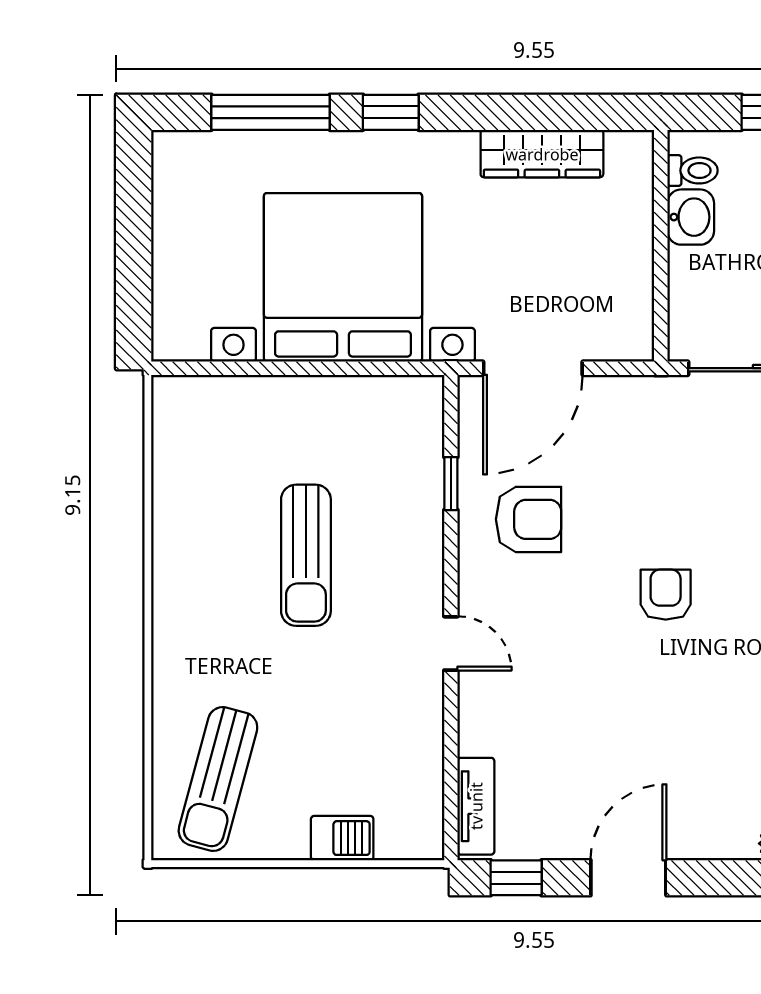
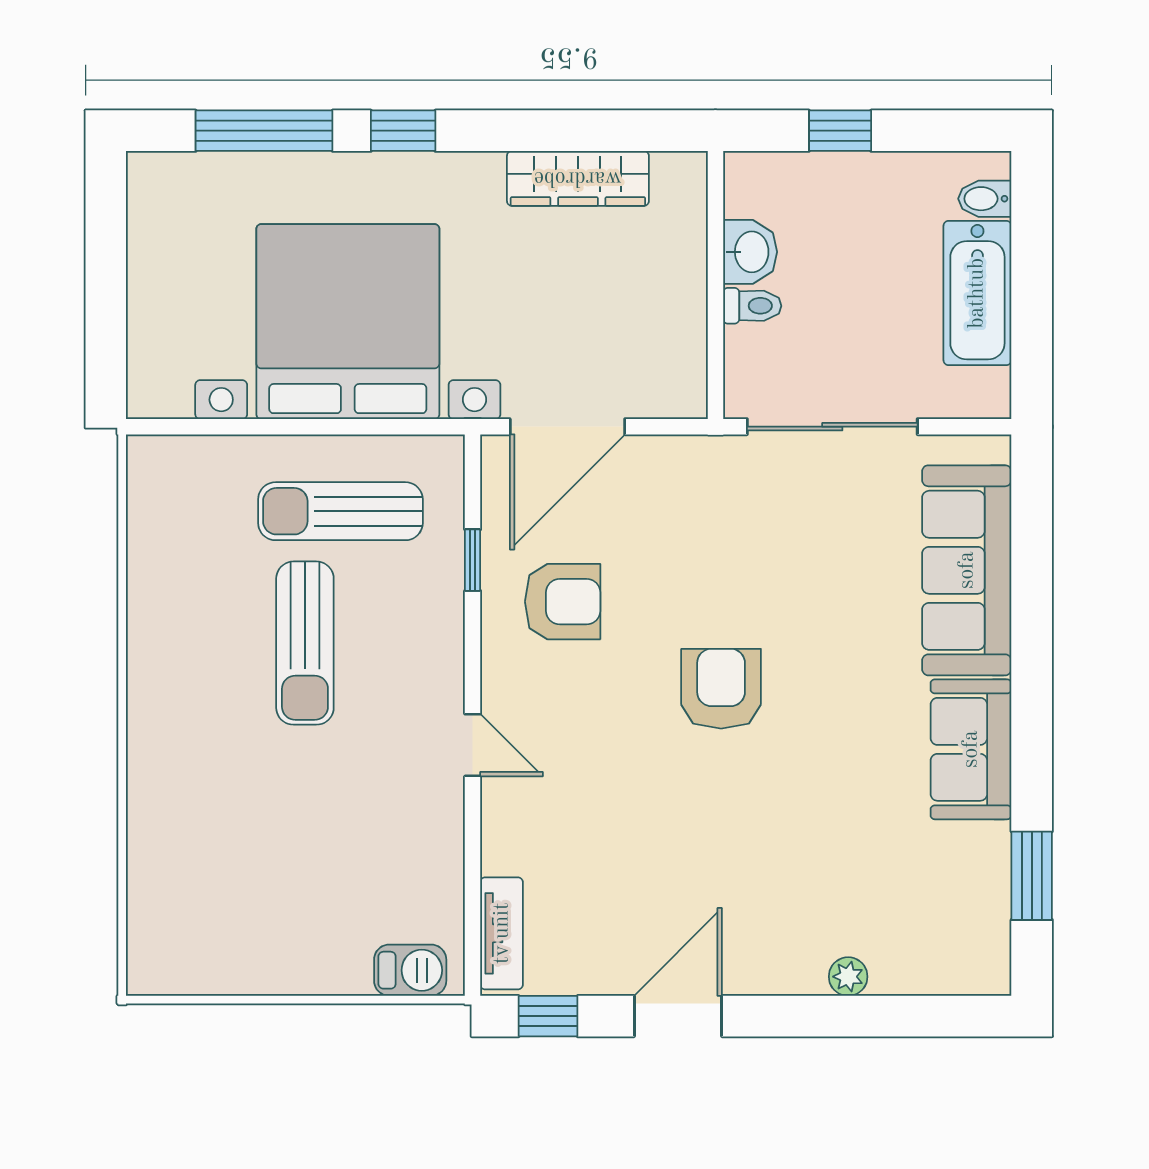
toilet: (693, 170) -> (752, 306), moved
armchair: (666, 595) -> (721, 689), width x1.38, depth x1.38
sun lounger: (218, 779) -> (340, 511), moved, turned 75
barbecue: (342, 838) -> (410, 970), moved

